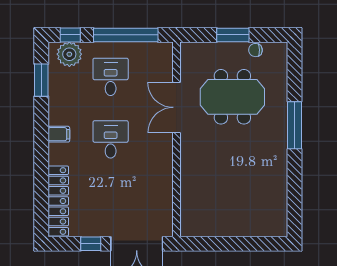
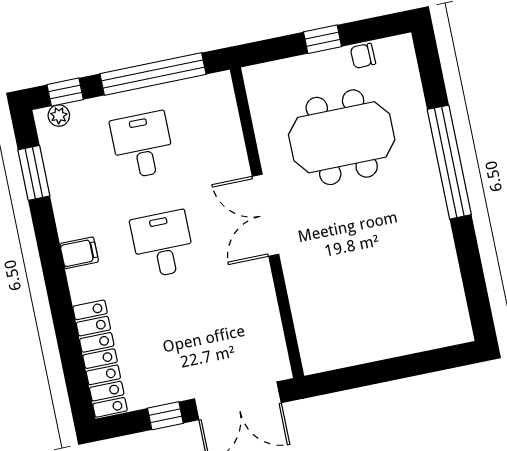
window: (233, 35) -> (322, 39), width x0.67
plant: (69, 54) -> (59, 116), width x0.53, depth x0.53
double door: (176, 107) -> (265, 215), moved
window: (295, 125) -> (449, 162), width x1.46

